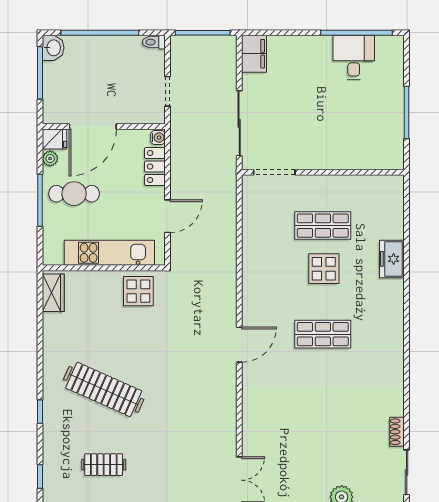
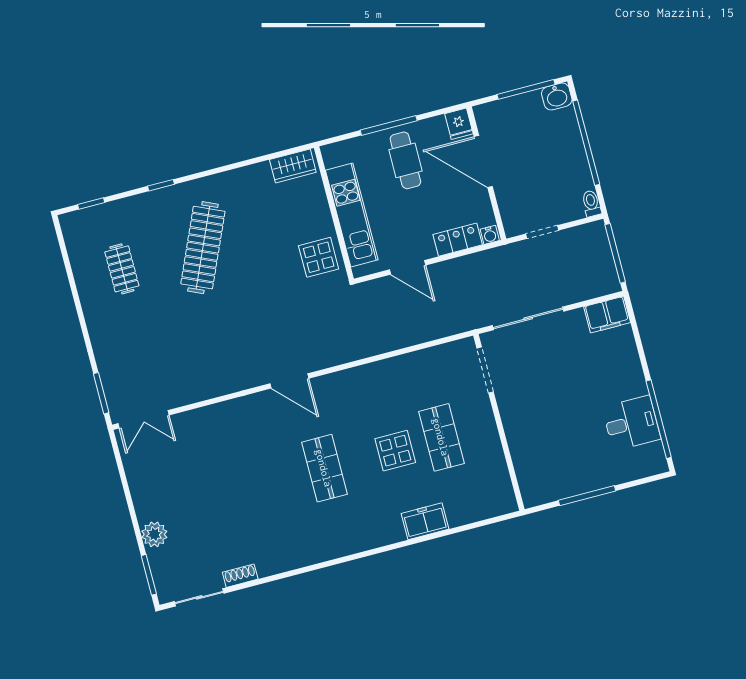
plant: (50, 159) -> (437, 125), removed

